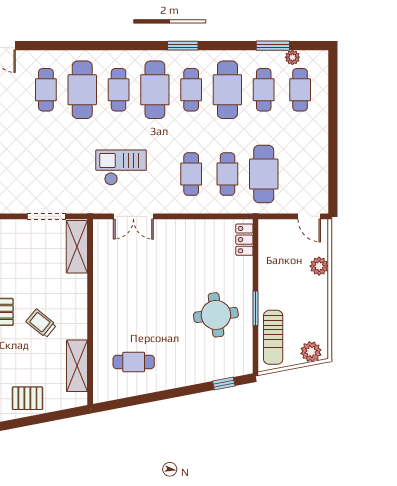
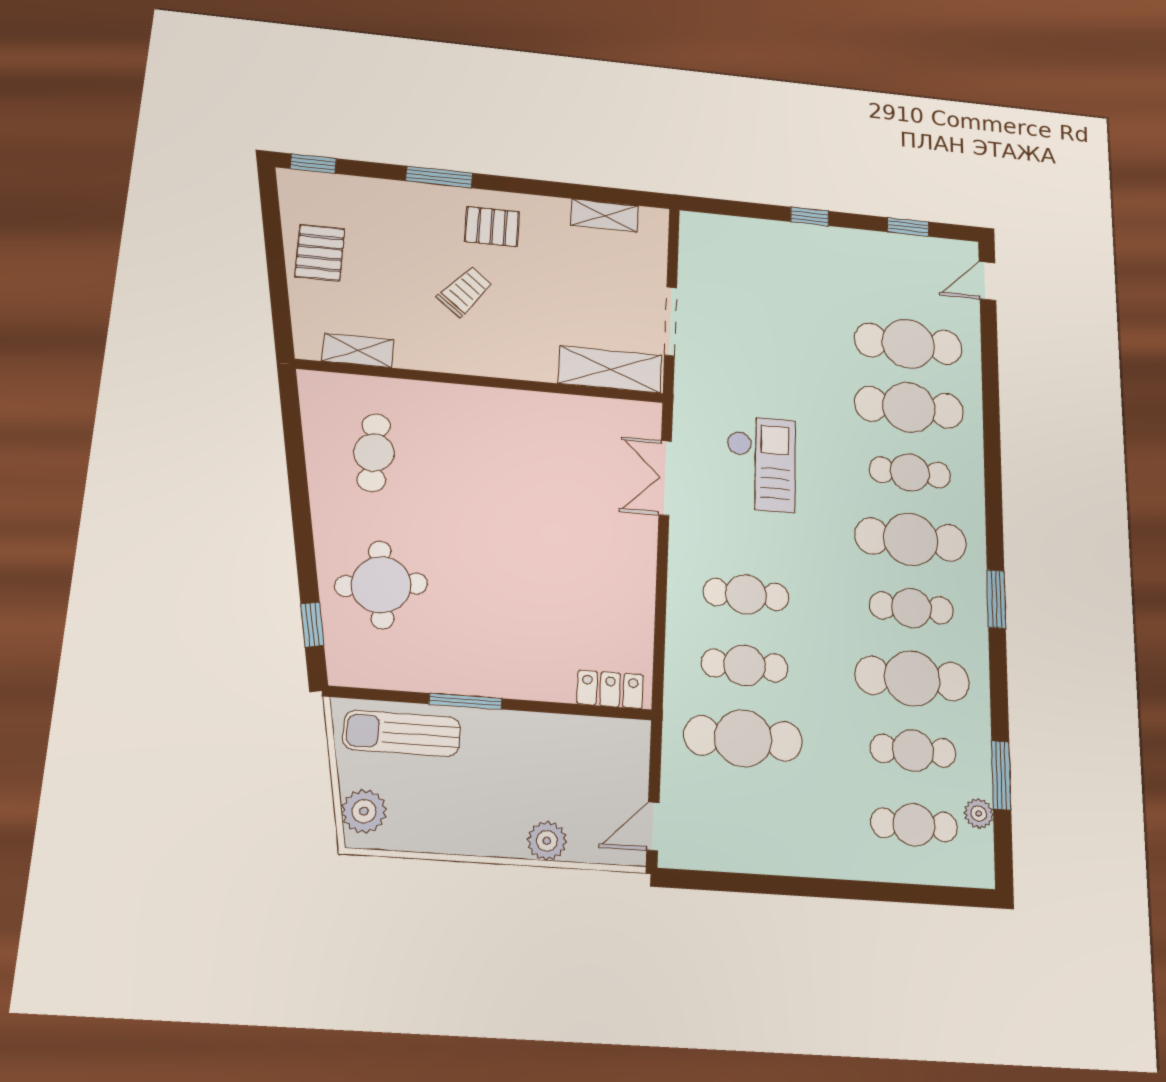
cafe table: (46, 90) -> (908, 344), width x1.37, depth x1.35
round table: (216, 315) -> (381, 585), moved
shelving: (77, 366) -> (358, 350), width x0.67, depth x0.75

